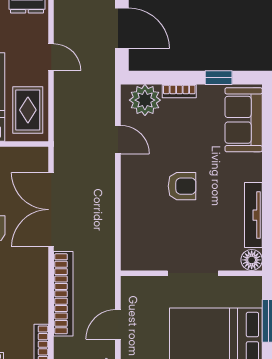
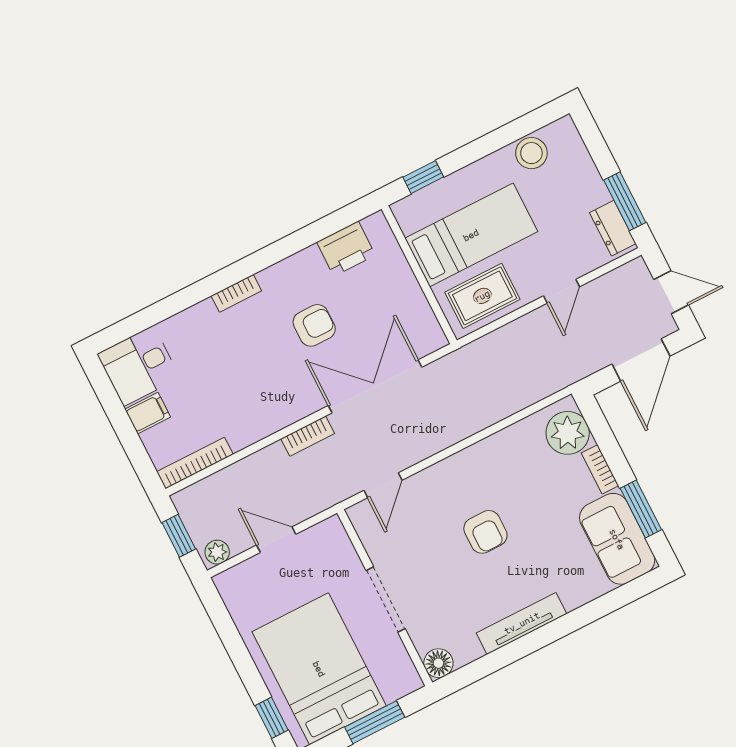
window: (219, 78) -> (641, 509), width x1.50
sofa: (244, 120) -> (617, 539), moved, turned -90
door: (118, 140) -> (383, 485), moved
tv unit: (253, 215) -> (522, 623), moved
bookcase: (63, 294) -> (308, 436), width x0.43, depth x0.76

